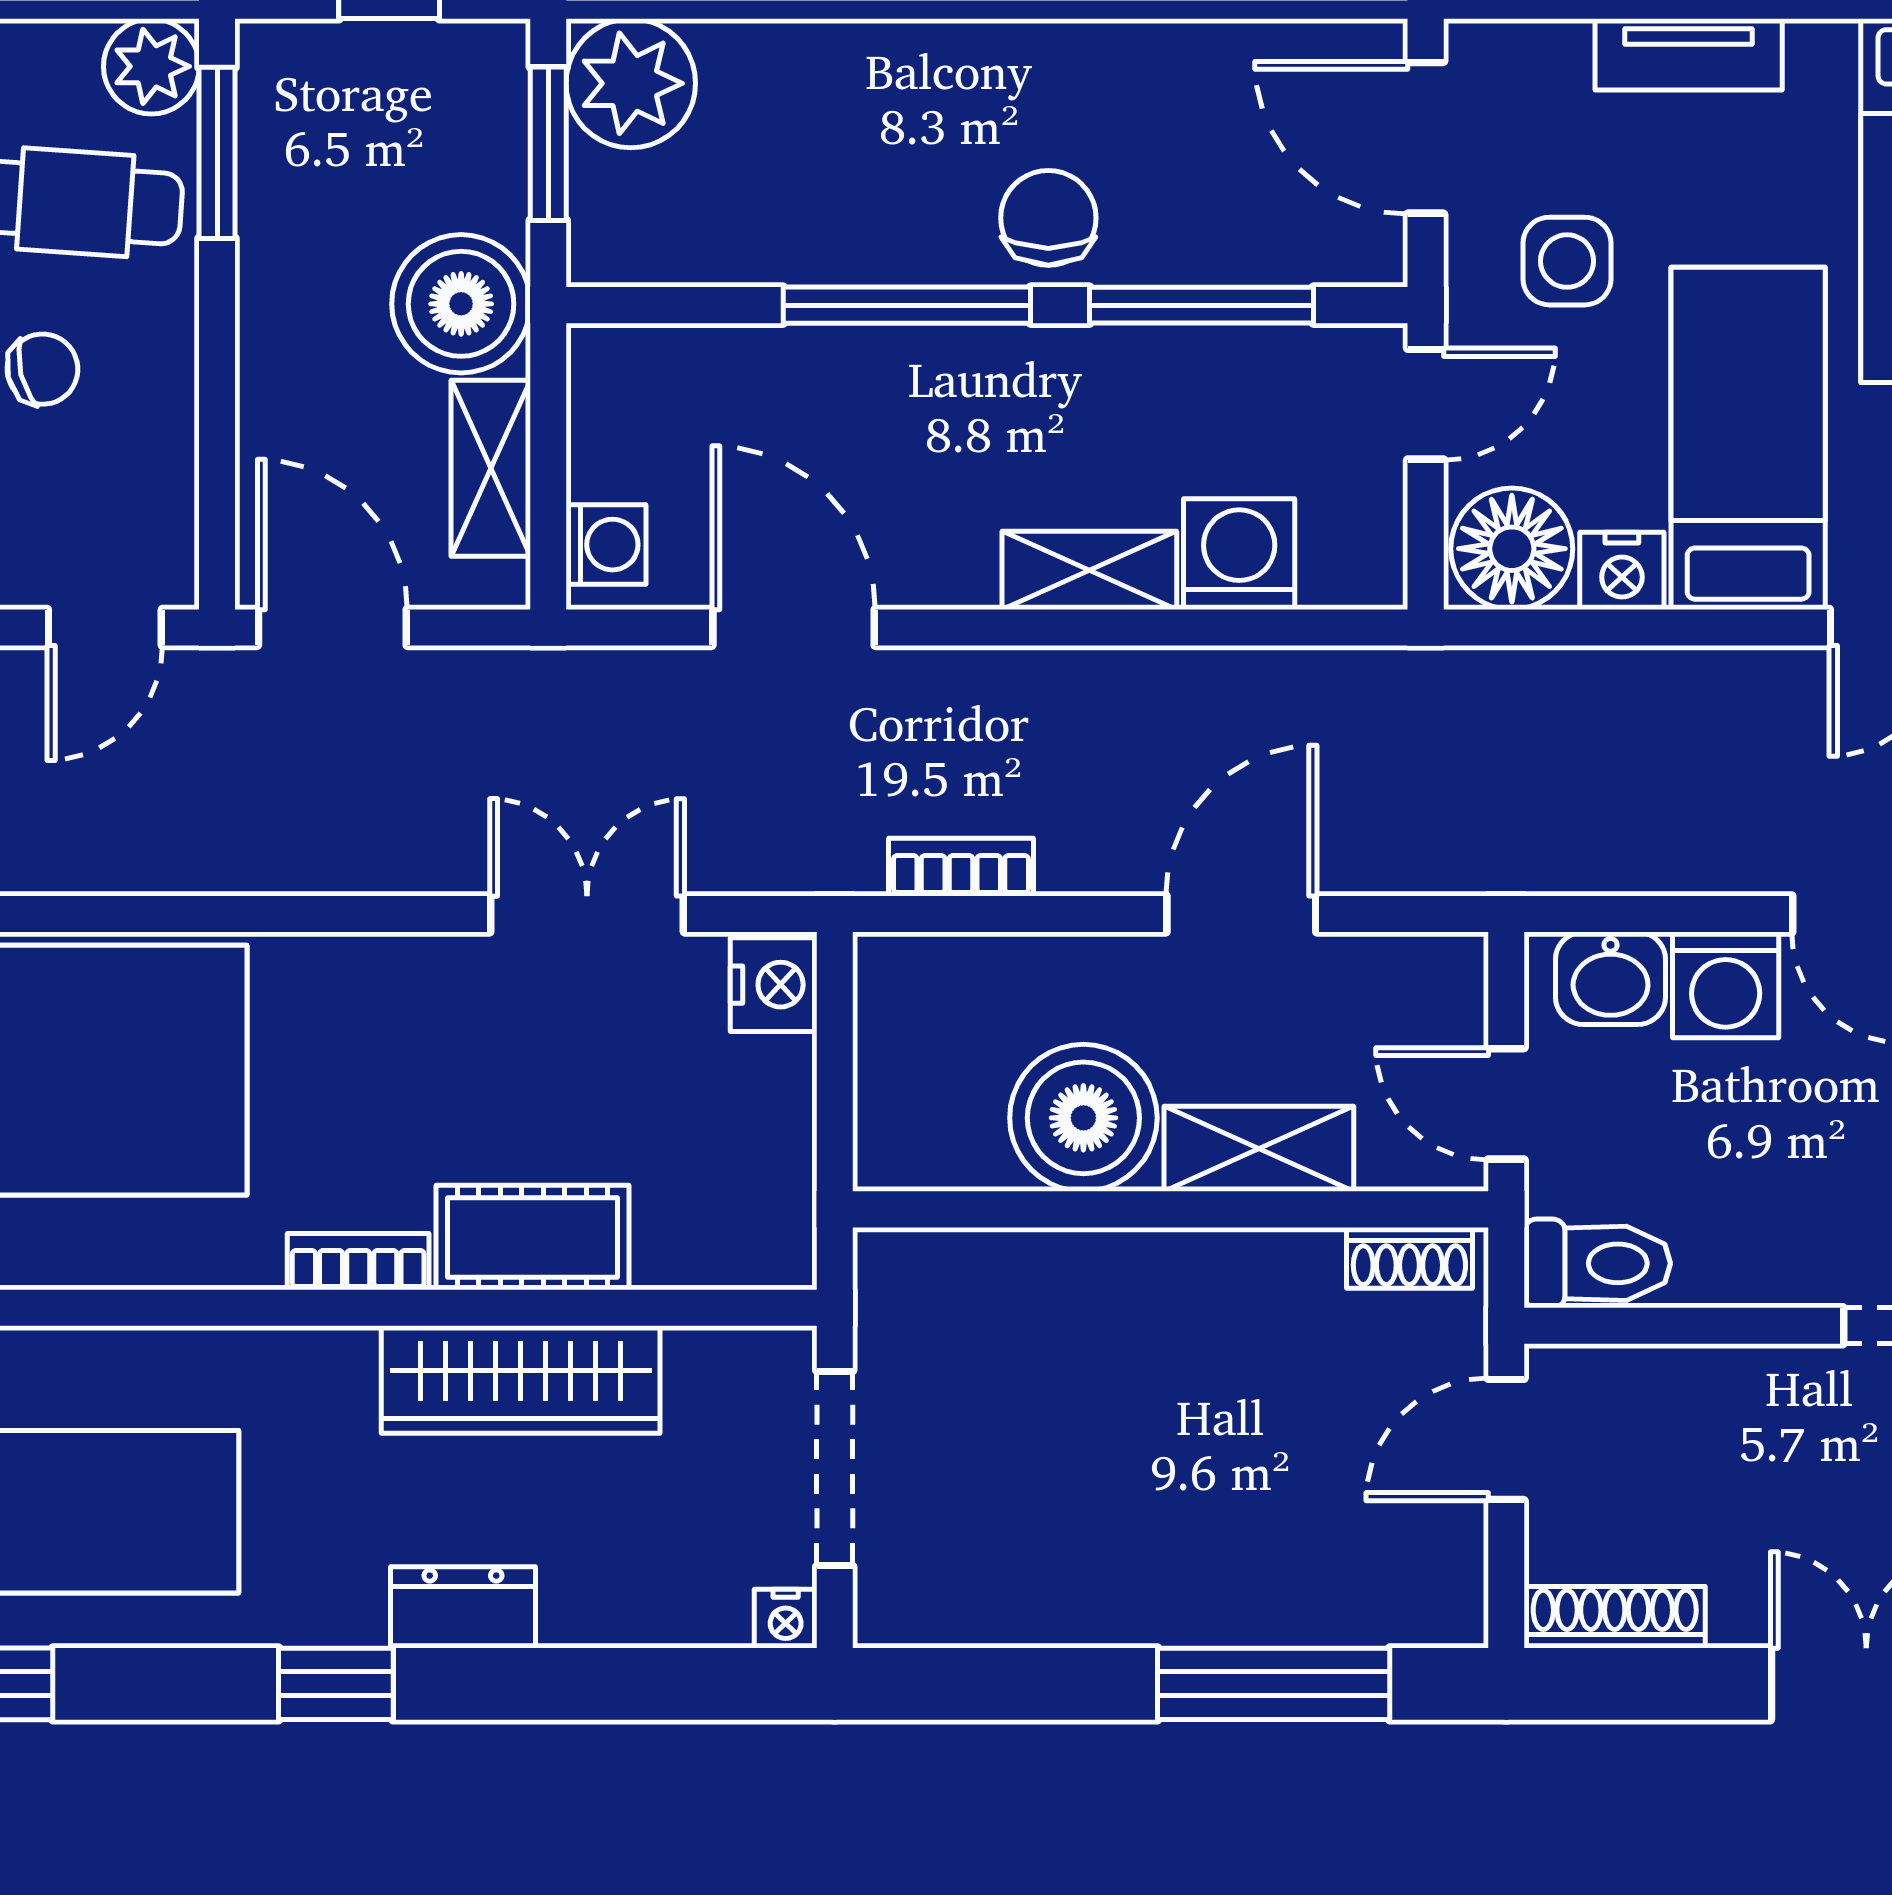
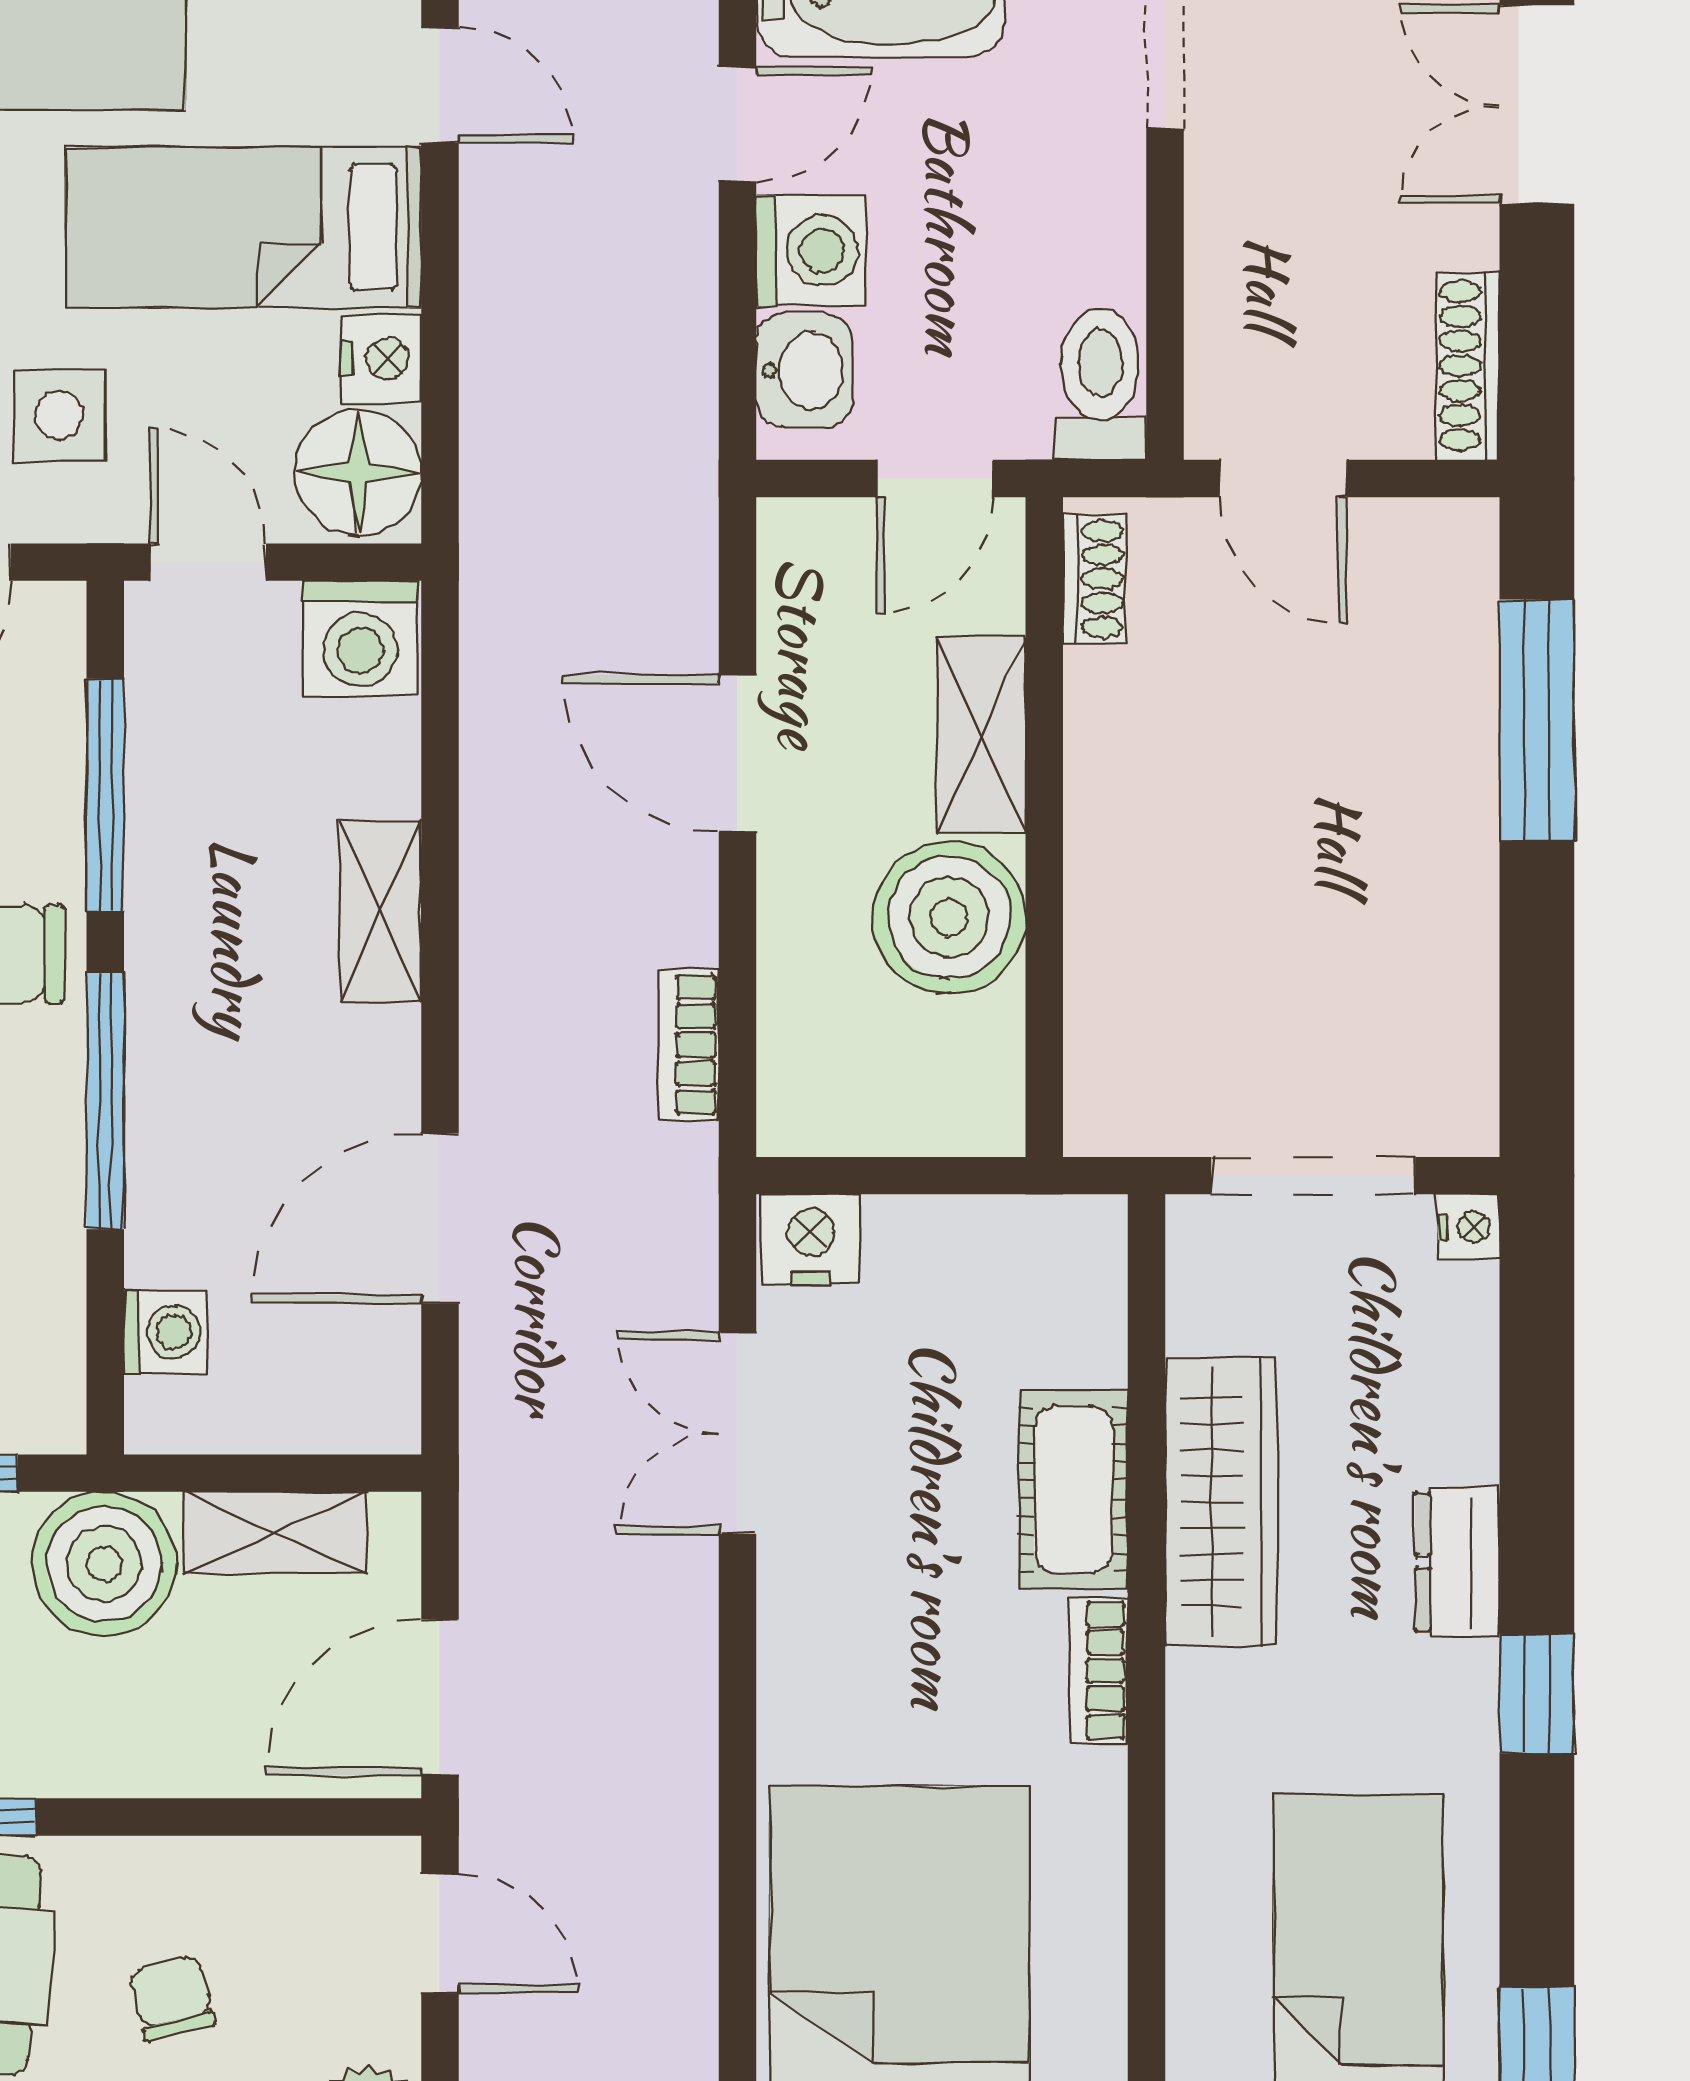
washing machine: (606, 545) -> (165, 1332), moved, turned 90
washing machine: (1239, 554) -> (360, 638), moved, turned -90

